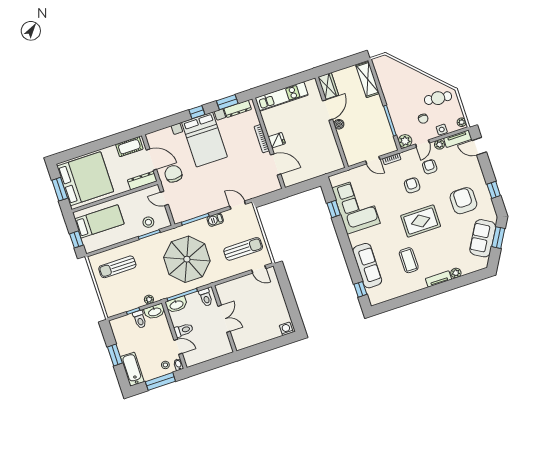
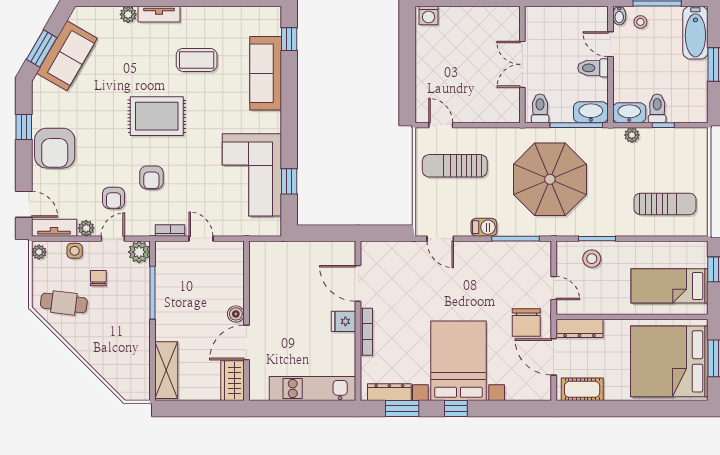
armchair: (463, 201) -> (55, 148), moved
coffee table: (409, 260) -> (197, 60), turned 90

